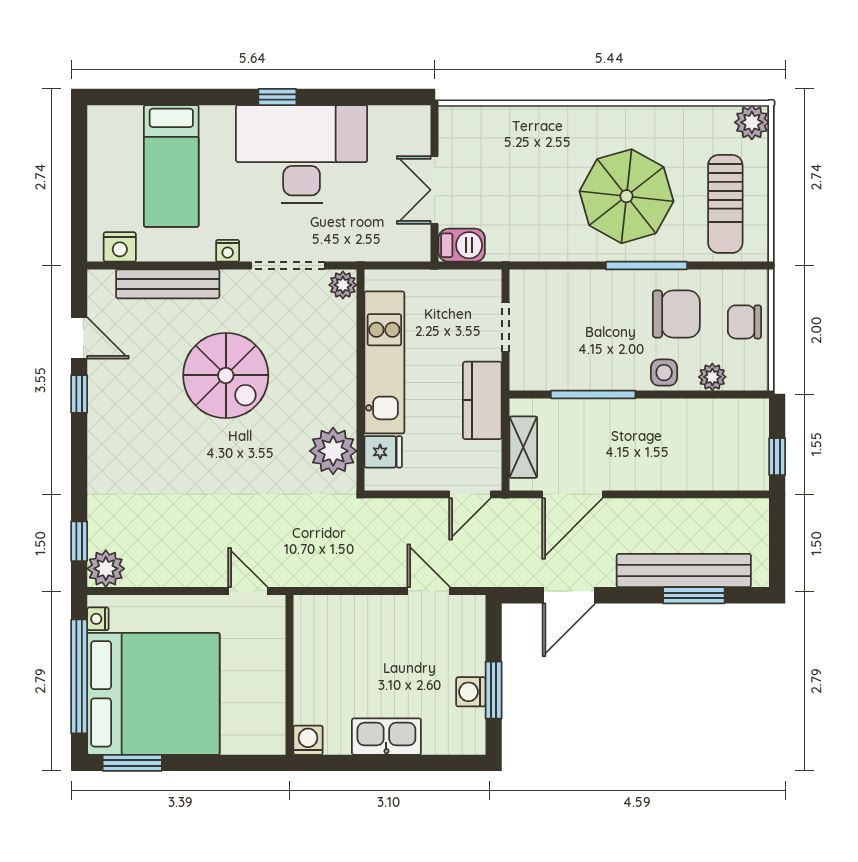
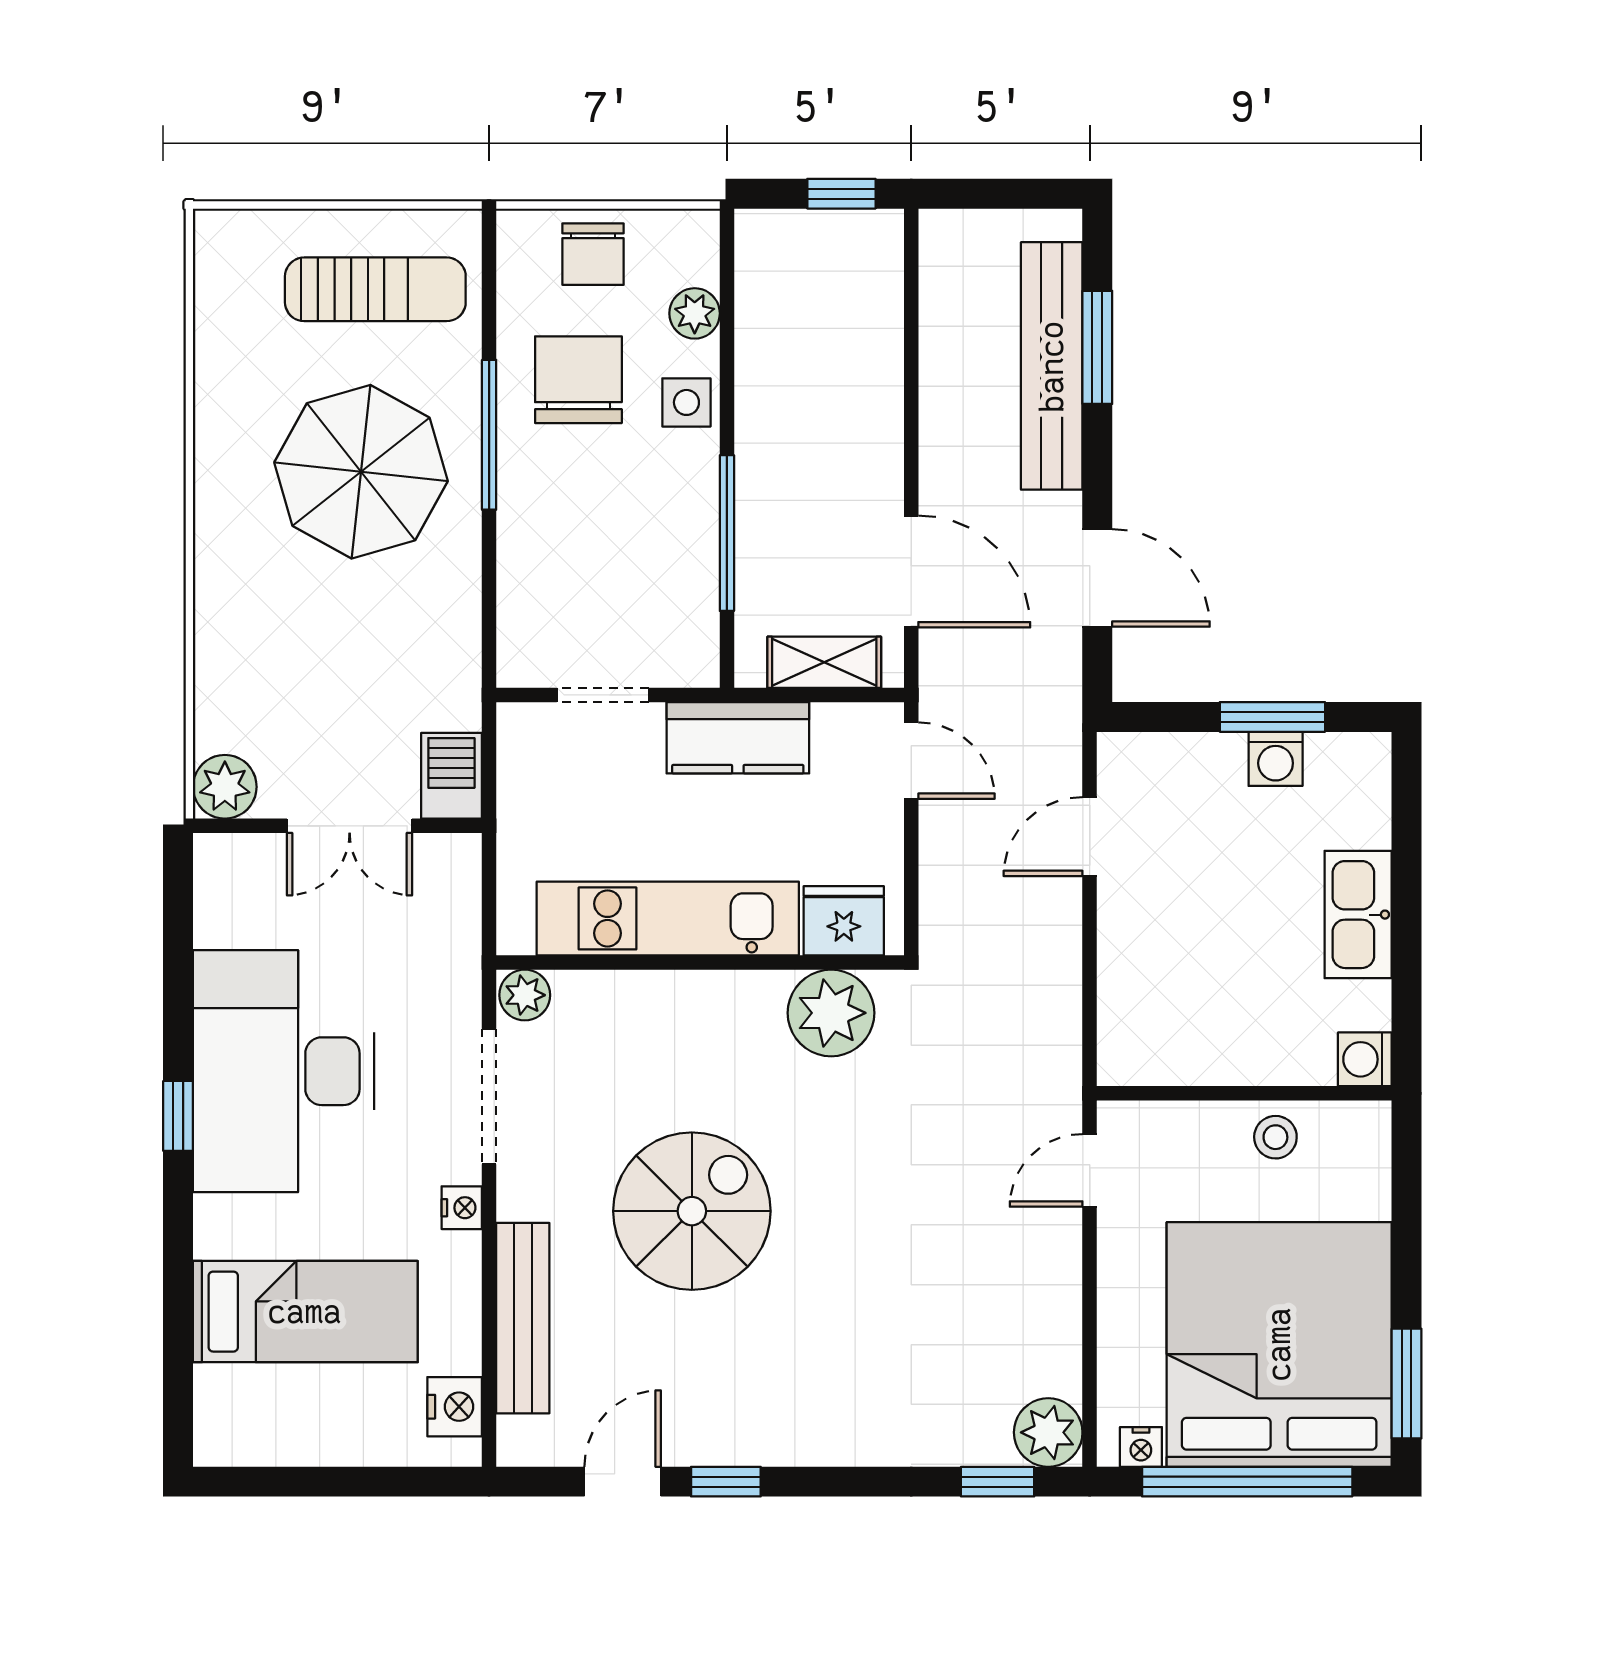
plant: (752, 122) -> (225, 787), moved
fridge: (383, 452) -> (844, 921), width x1.38
stool: (266, 692) -> (1275, 1137), added

